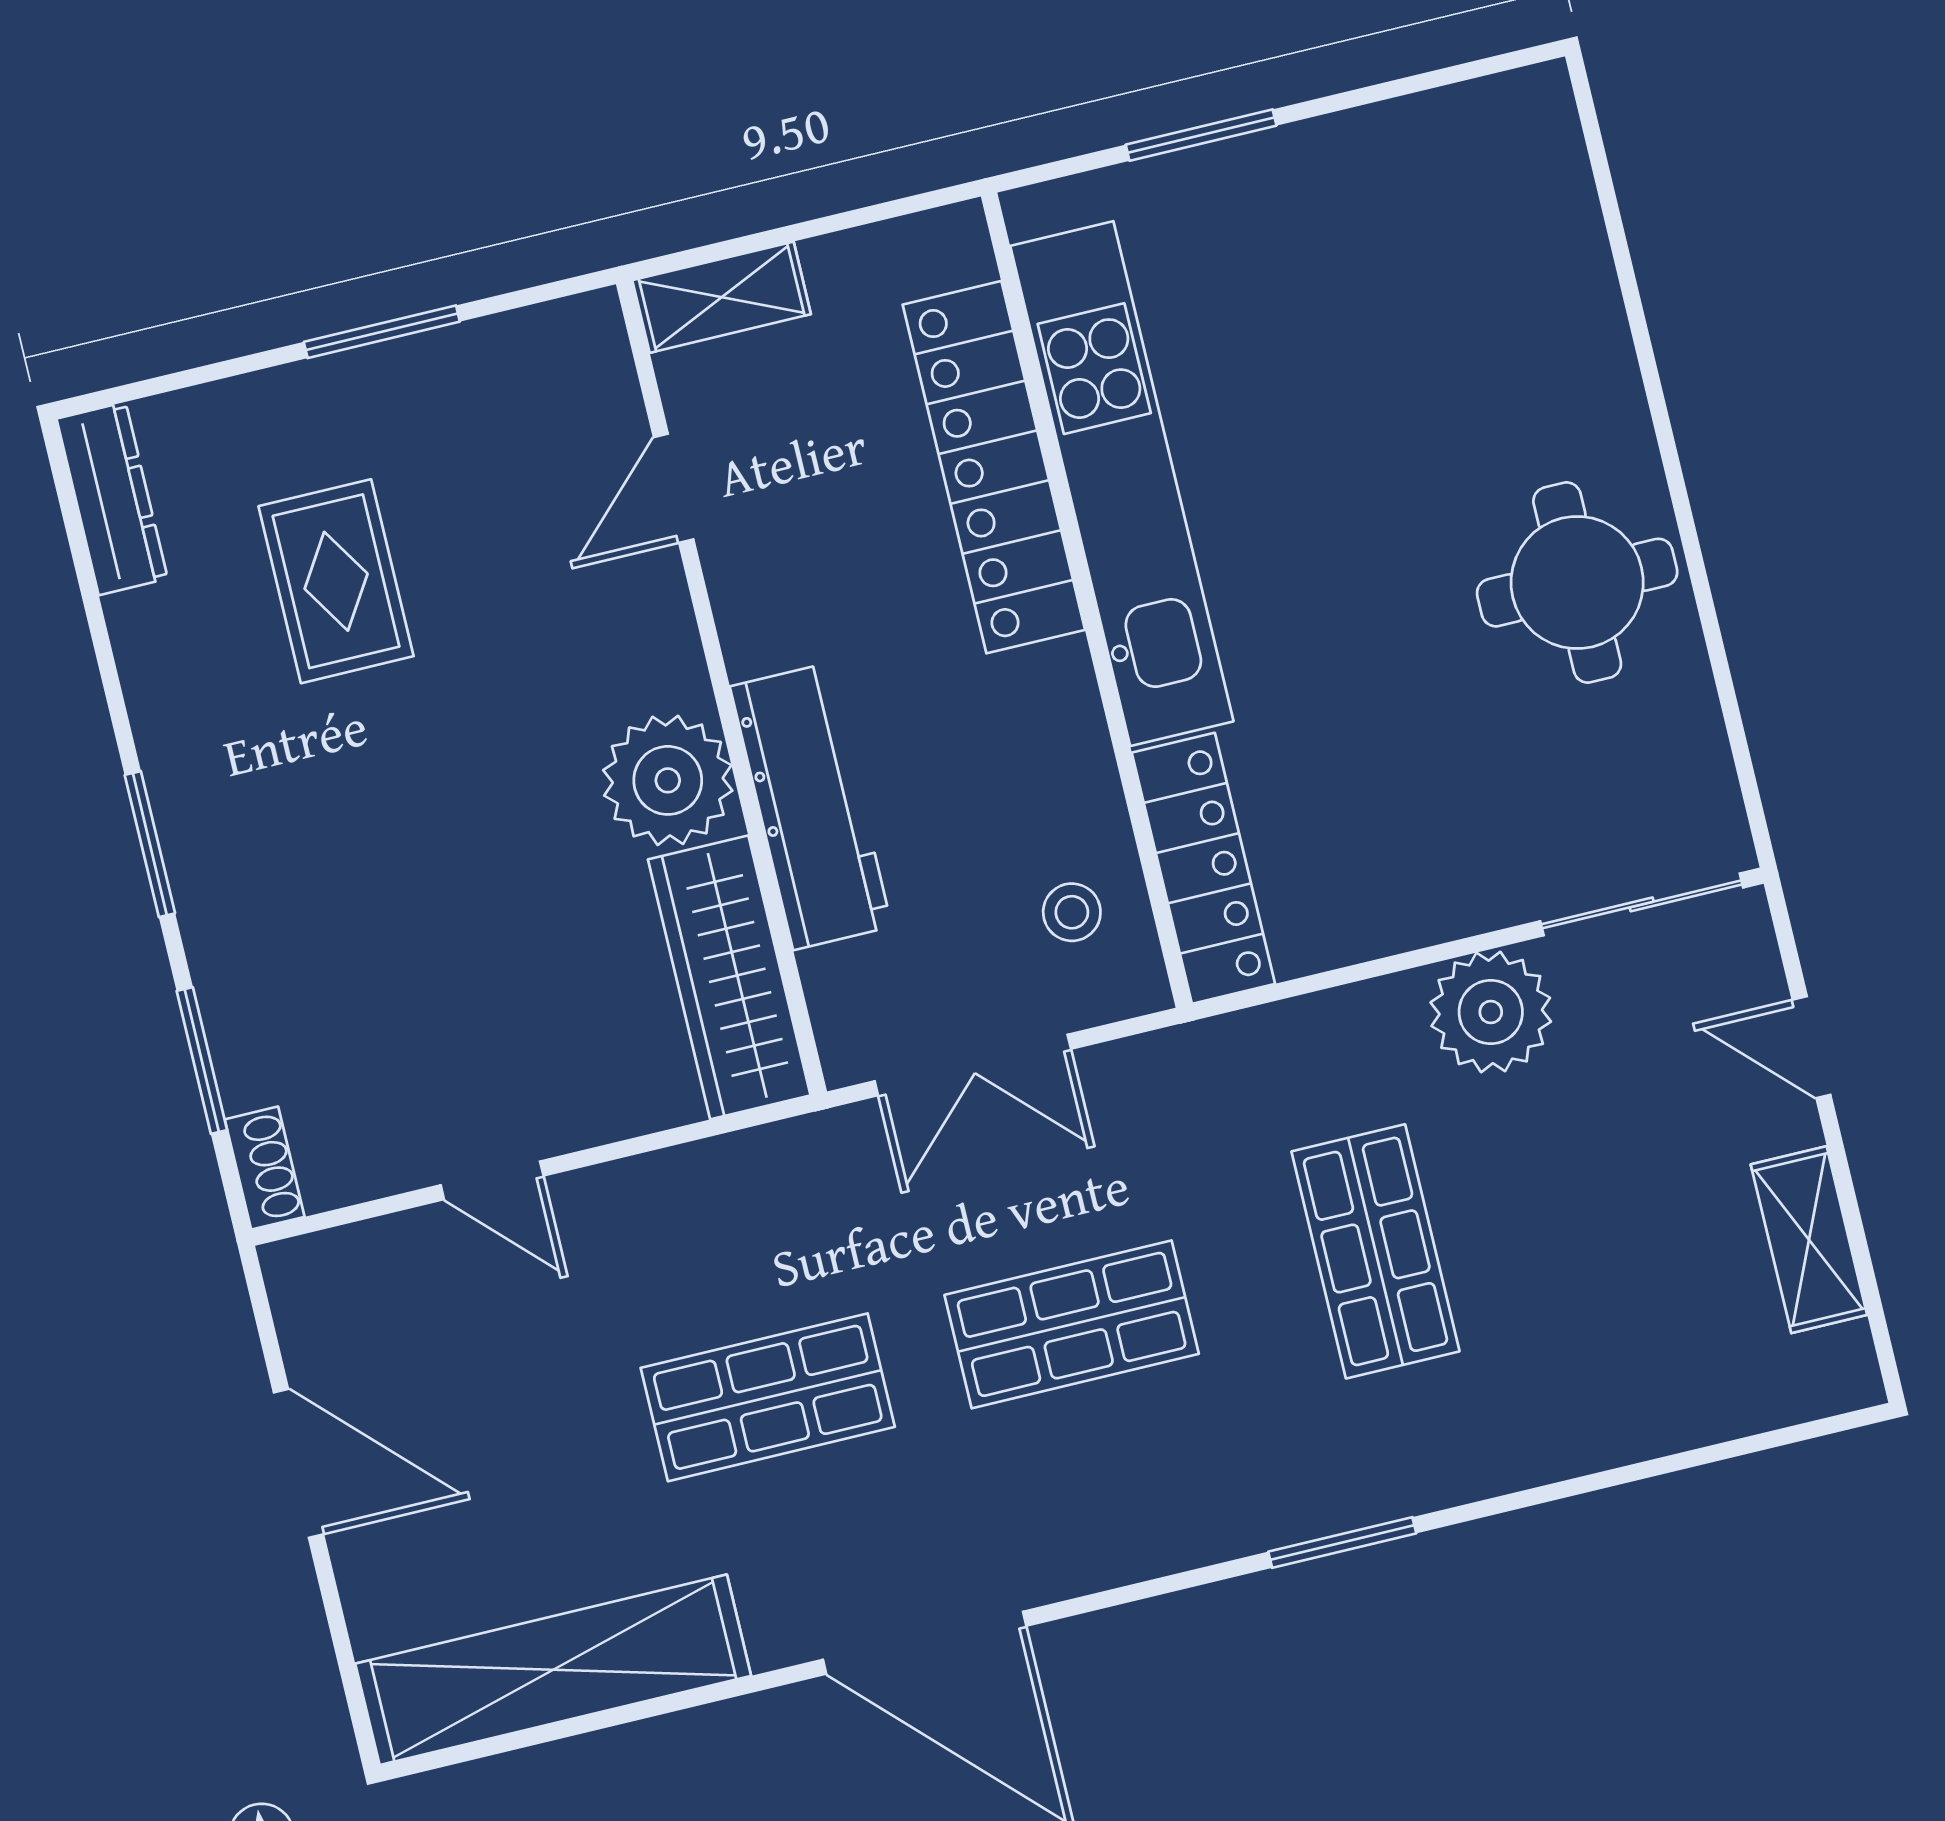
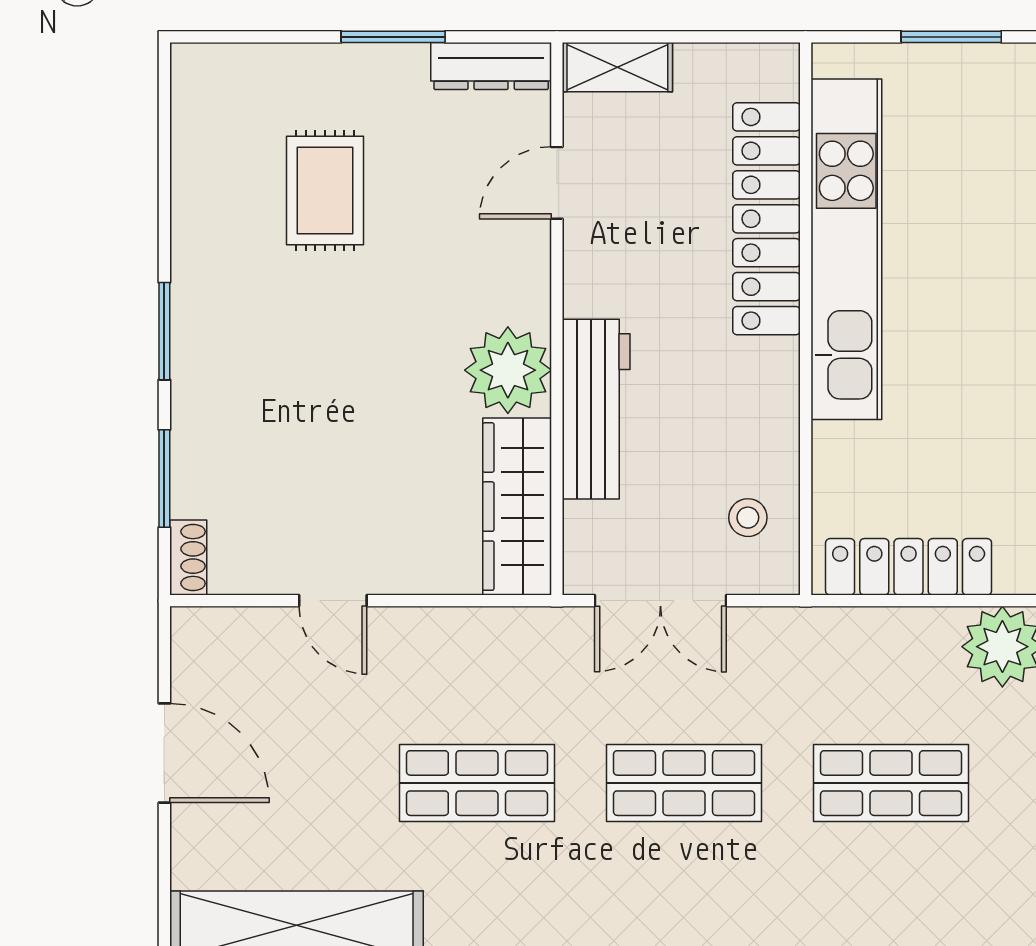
dresser: (112, 499) -> (491, 66), moved, turned 90
locker: (1203, 868) -> (909, 567), moved, turned -90
shop shelf: (1375, 1251) -> (891, 783), turned 90

